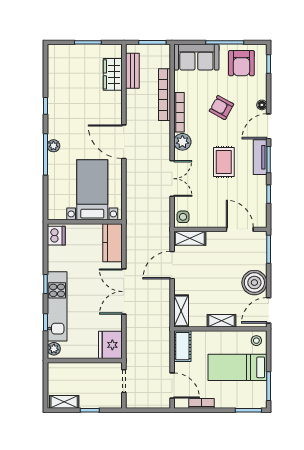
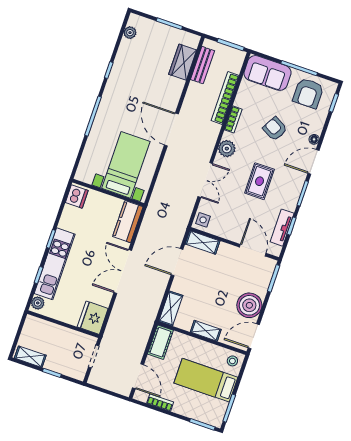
bookcase: (179, 112) -> (233, 119), width x0.64
plant: (53, 146) -> (130, 33), moved
tv unit: (260, 157) -> (282, 228), moved

